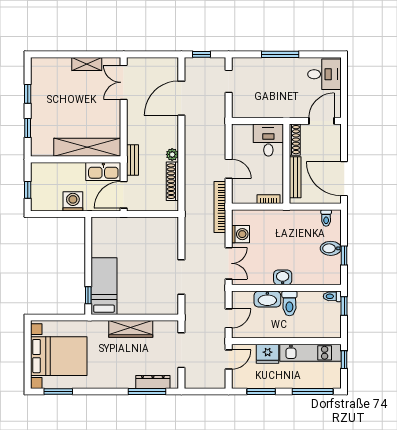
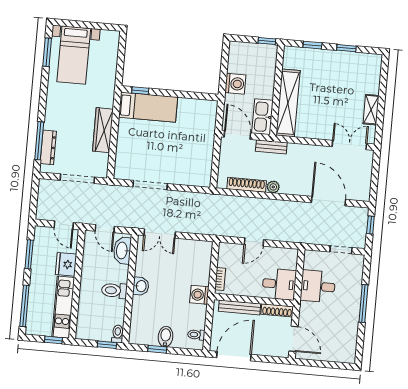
desk: (324, 74) -> (318, 286), moved, turned 90
window: (28, 190) -> (267, 41), moved
bookcase: (220, 207) -> (217, 230), removed
washing machine: (241, 234) -> (199, 295), moved, turned 90
washbasin: (267, 299) -> (122, 251), moved
bed with nightstands: (59, 356) -> (74, 55), width x0.73

